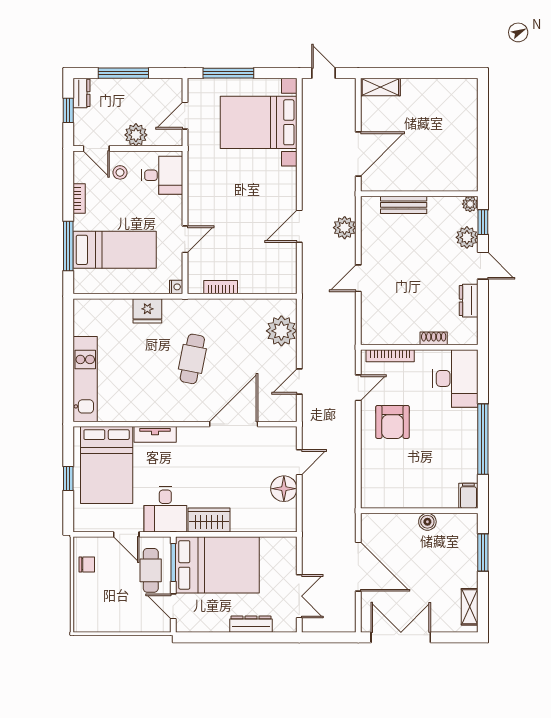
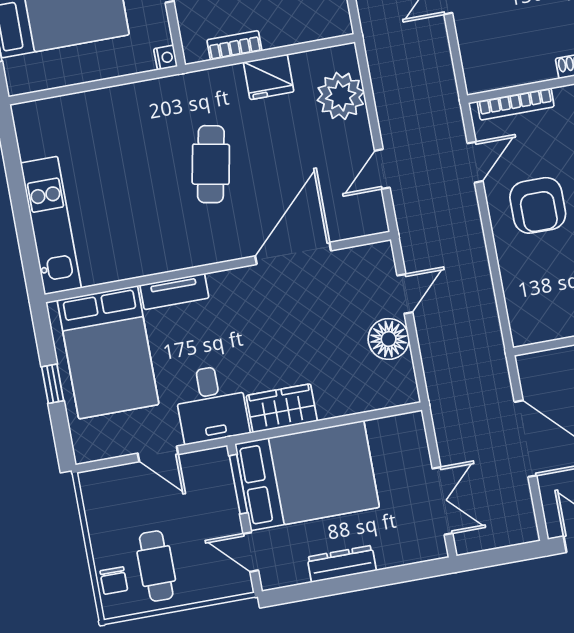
fridge: (147, 311) -> (269, 77), moved
chair: (87, 564) -> (114, 581), moved, turned 90
cafe table: (151, 570) -> (156, 566), moved
dresser: (251, 624) -> (342, 564), moved

